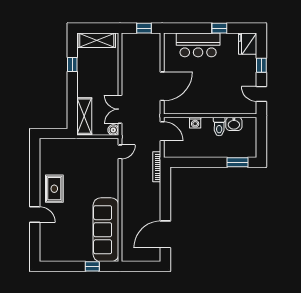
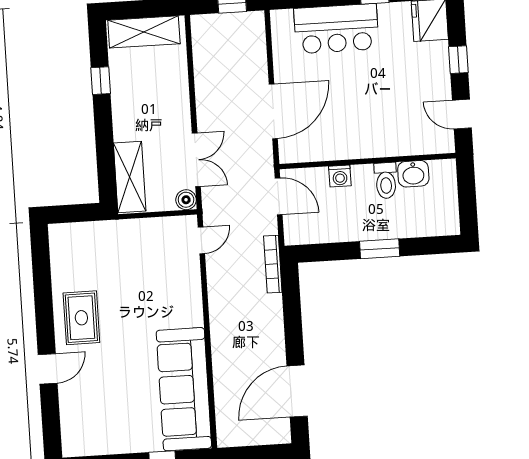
double door: (120, 109) -> (196, 160), swing flipped
window: (238, 162) -> (380, 249), moved
door: (35, 214) -> (48, 369), hinge flipped

